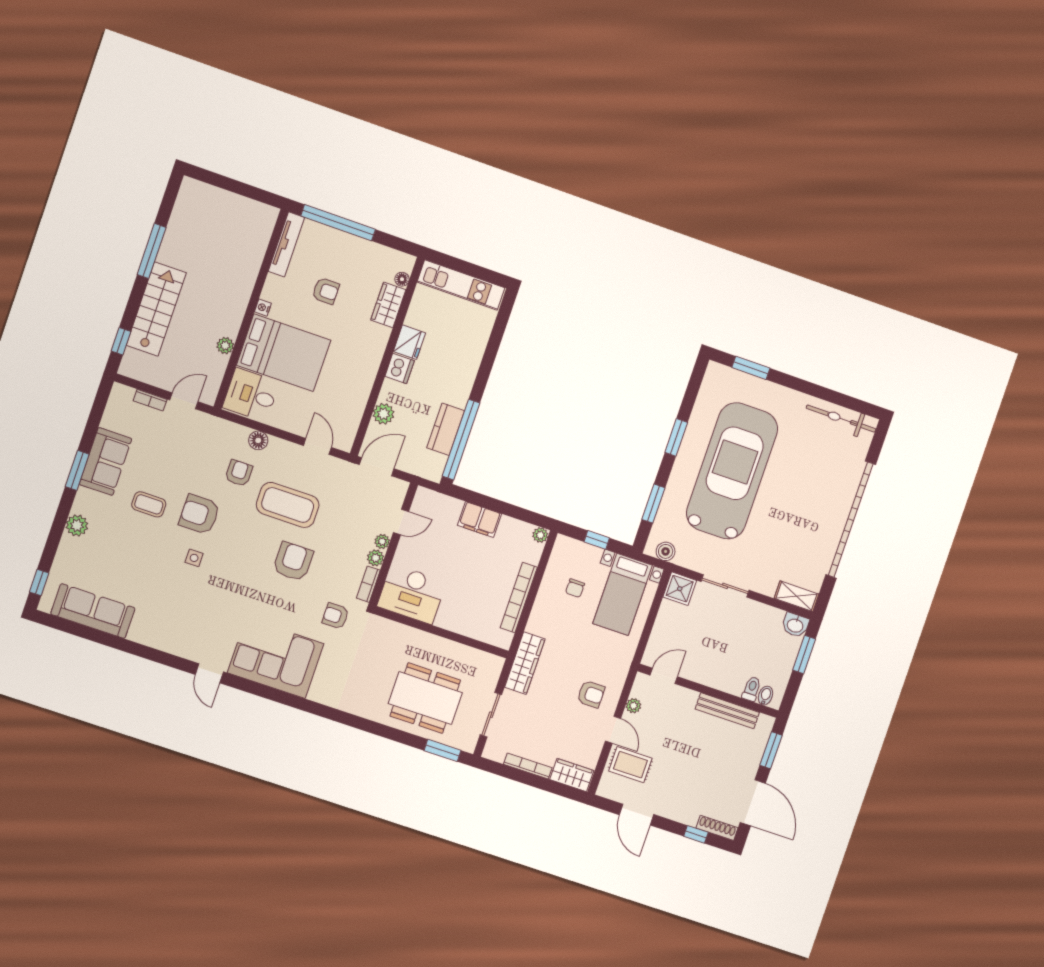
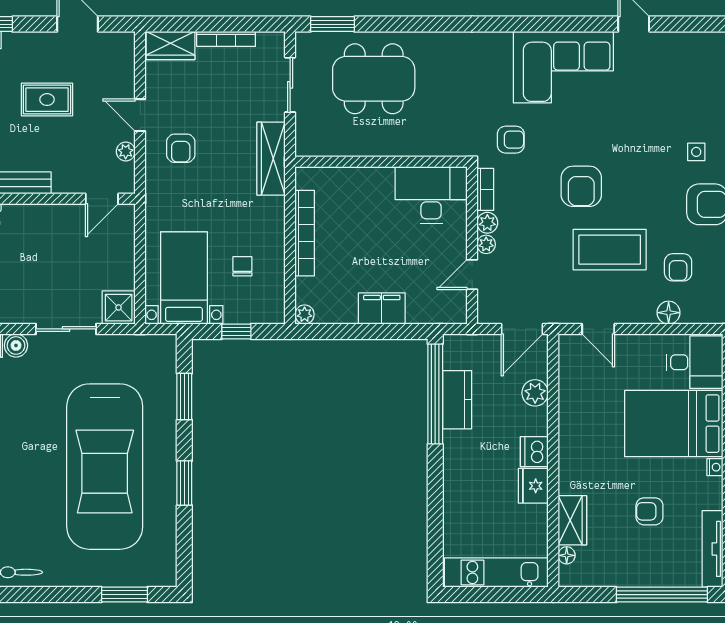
boiler: (666, 551) -> (16, 345), moved
armchair: (591, 694) -> (181, 148), turned -90
rug: (630, 765) -> (47, 100), moved

